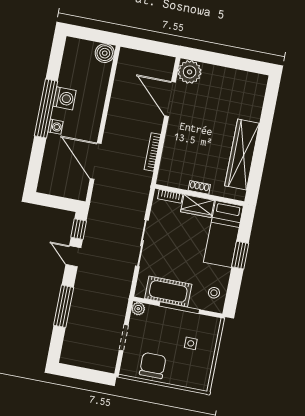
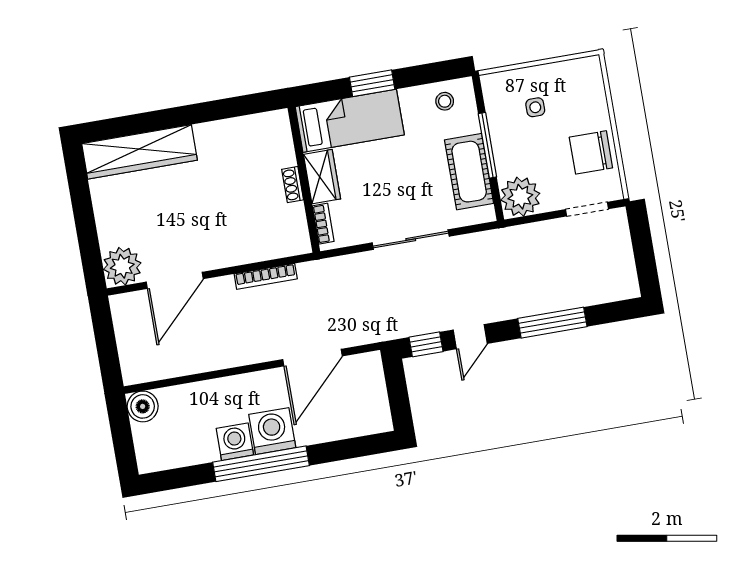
washing machine: (55, 127) -> (272, 431), width x1.89, depth x1.89
wardrobe: (242, 155) -> (140, 152), moved
plant: (138, 309) -> (520, 197), width x1.88, depth x1.88
doorway: (124, 338) -> (587, 209), moved

